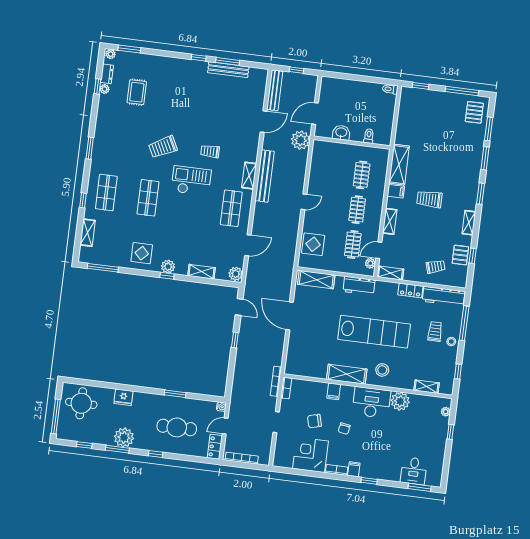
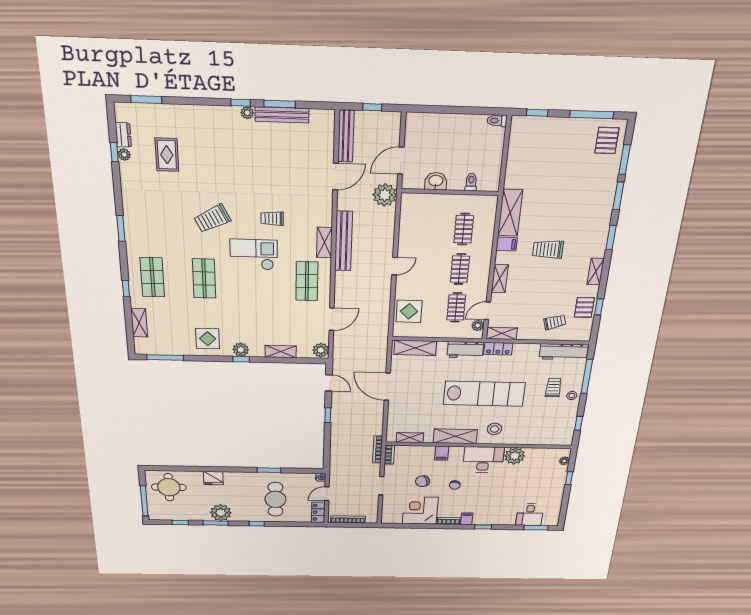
plant: (110, 54) -> (247, 113), moved
locker: (410, 290) -> (498, 349), moved
shelving: (427, 387) -> (410, 438), moved
cafe table: (177, 427) -> (275, 499), turned 90

